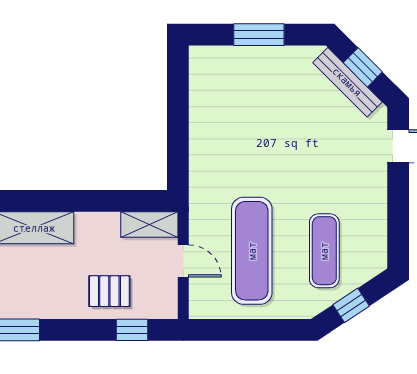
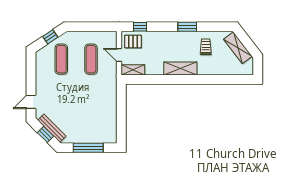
window: (259, 35) -> (88, 148), width x1.44
exercise mat: (252, 251) -> (91, 59), width x0.73, depth x0.69
pallet: (109, 291) -> (133, 42), moved

